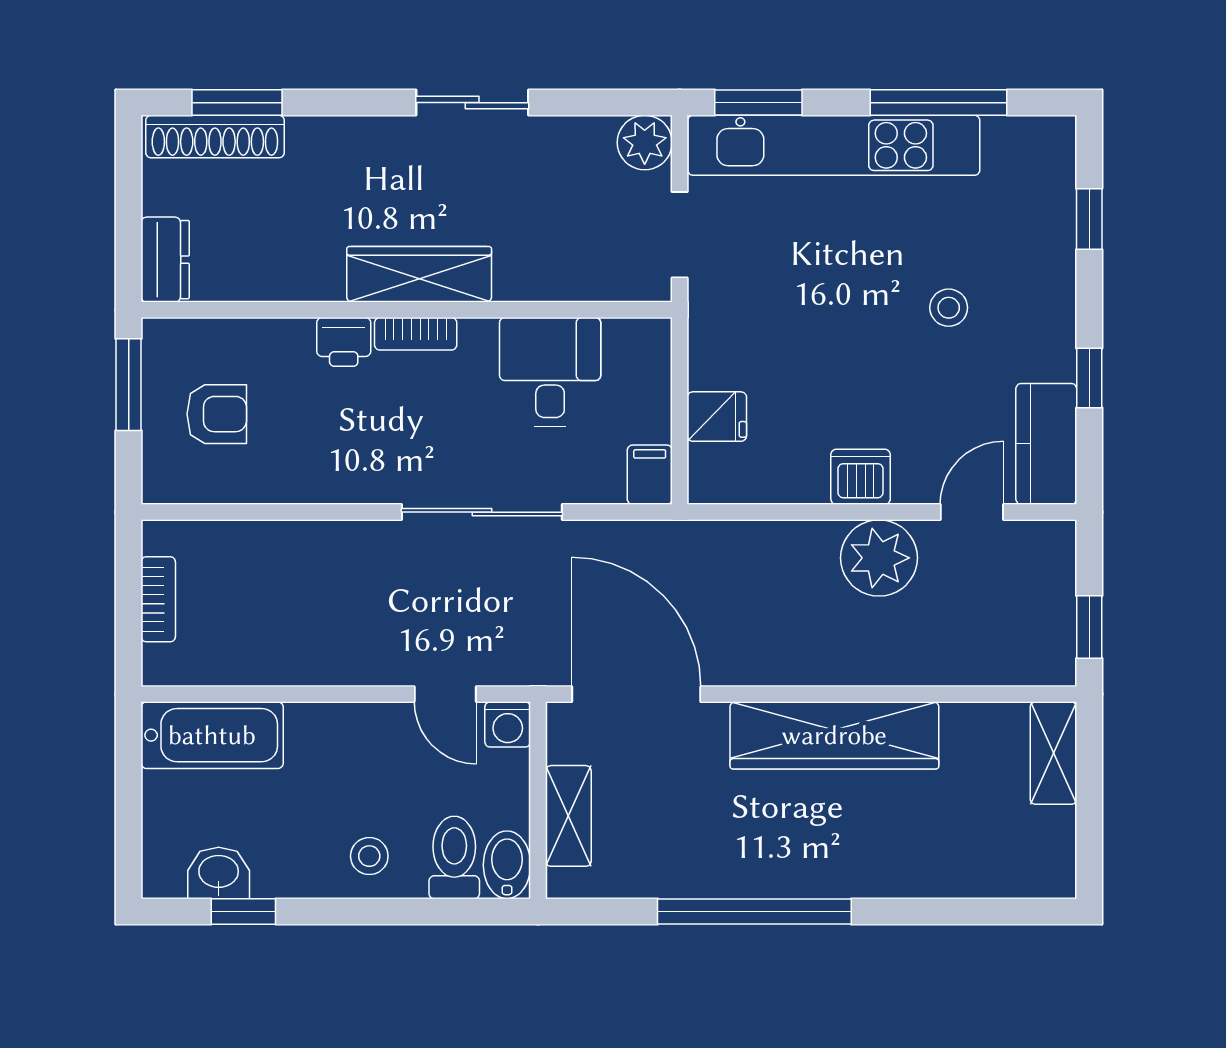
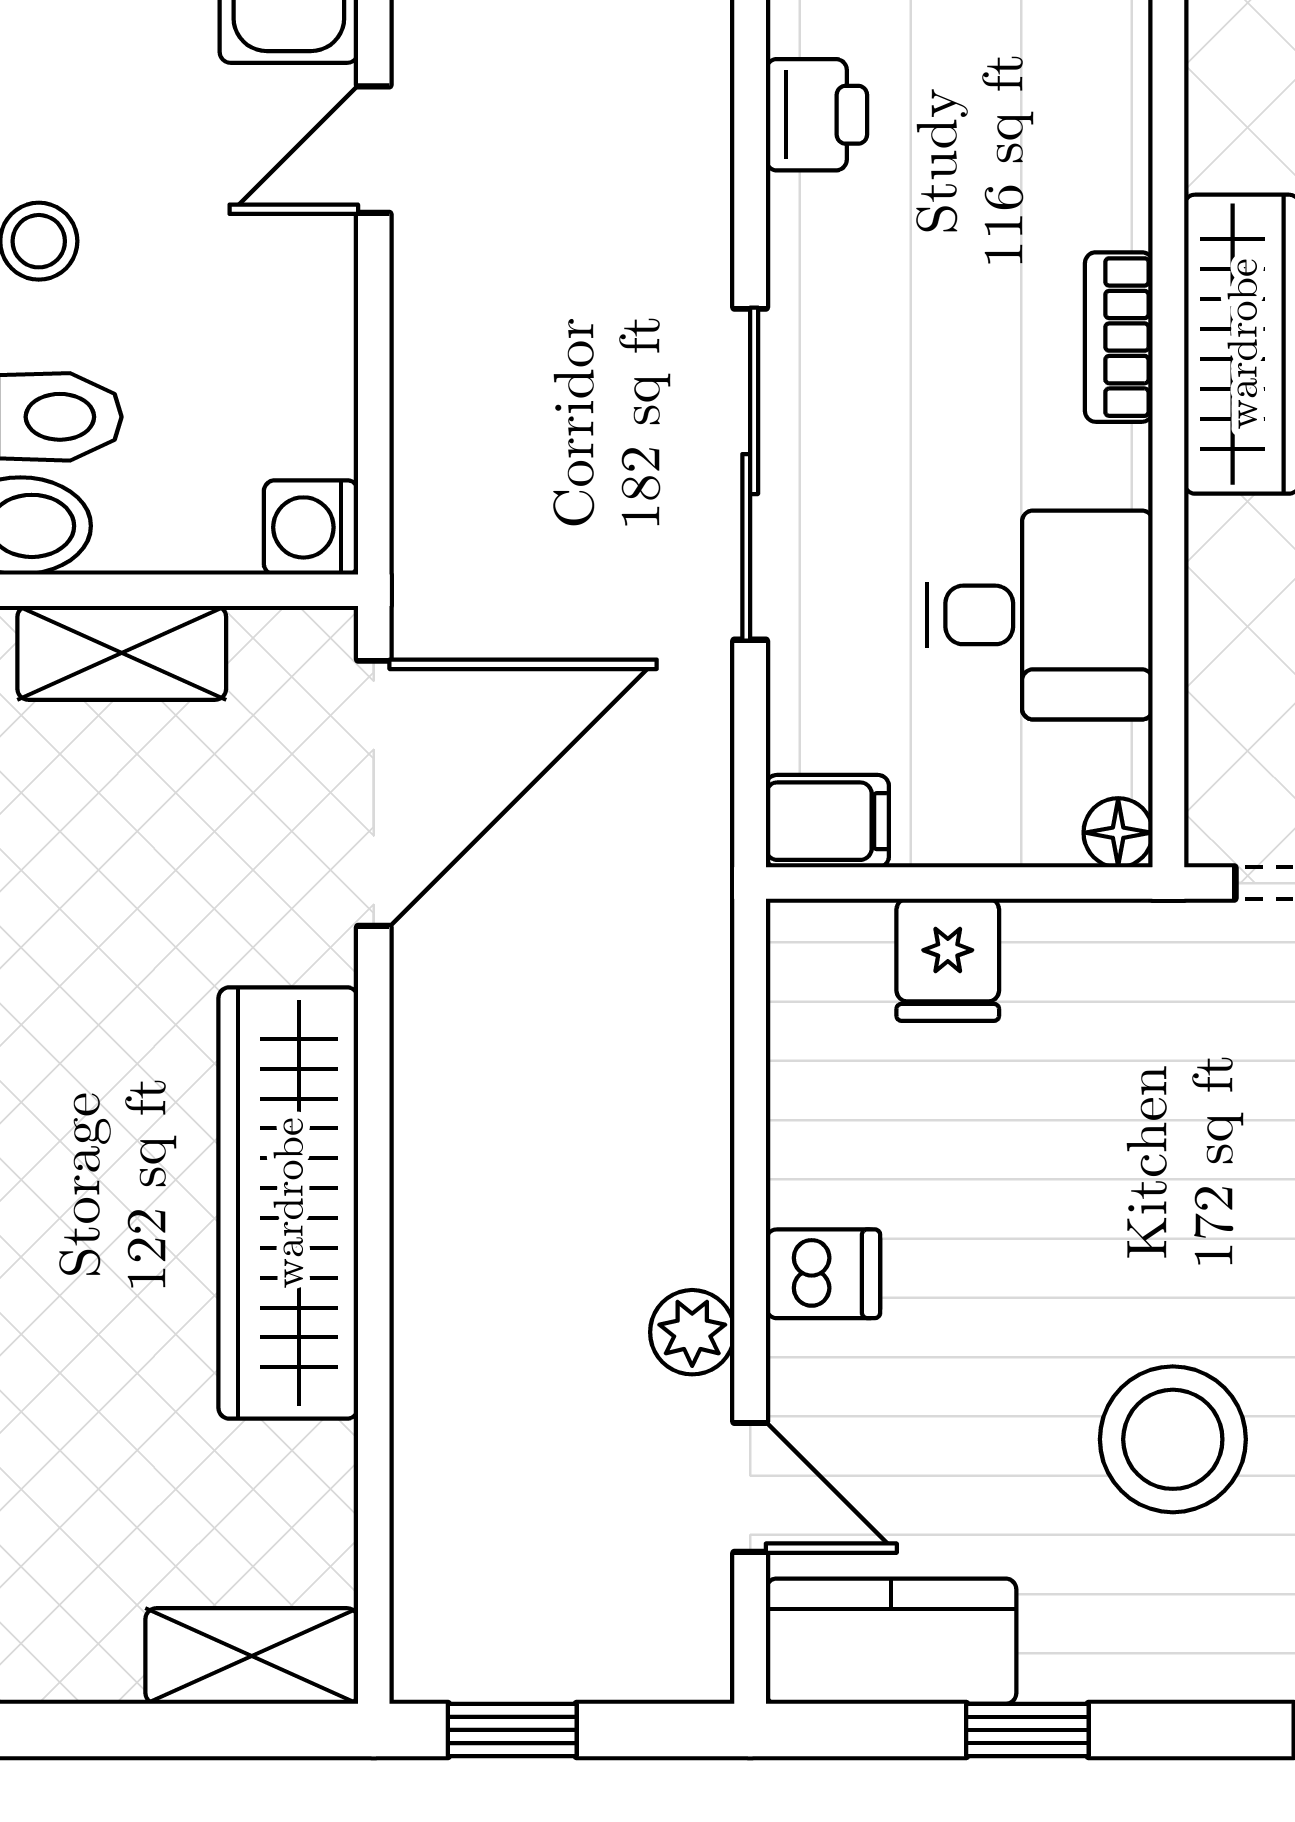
stool: (949, 308) -> (1173, 1439), width x1.89, depth x1.89
floor lamp: (655, 334) -> (1118, 833), added
printer: (344, 342) -> (816, 115), moved, turned 180
dishwasher: (861, 477) -> (823, 1274), width x0.73
plant: (879, 558) -> (692, 1332), width x0.53, depth x0.53
door: (445, 694) -> (374, 150), moved

